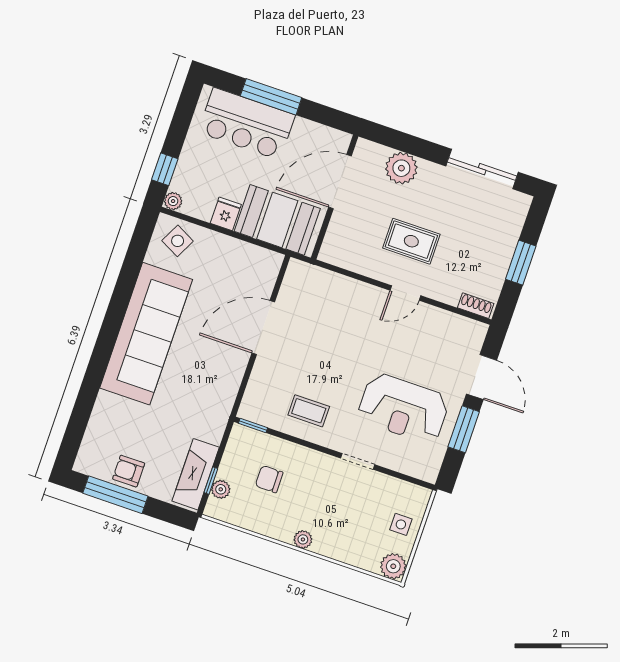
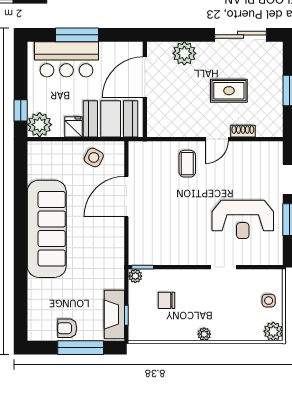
plant: (173, 201) -> (40, 125), width x1.88, depth x1.88
side table: (178, 241) -> (94, 157), moved
rug: (411, 241) -> (229, 91), moved
shoe rack: (476, 306) -> (243, 131), moved
coffee table: (309, 411) -> (187, 164), moved, turned 90
plant: (221, 489) -> (135, 276), moved
window: (115, 495) -> (81, 348), moved

